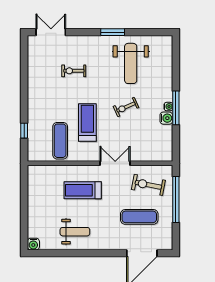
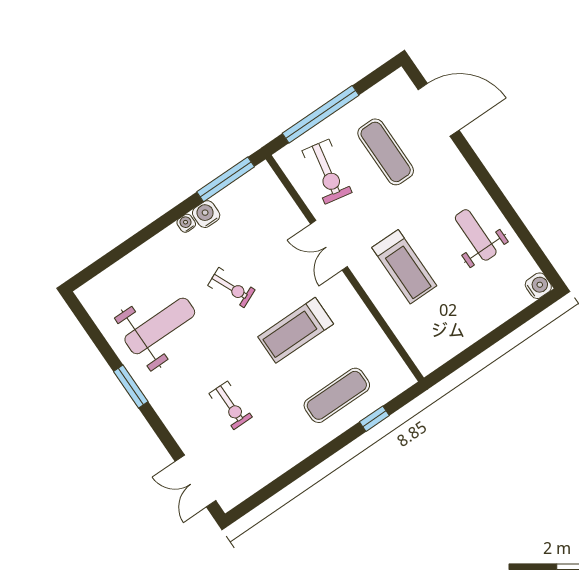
window: (176, 108) -> (226, 179), moved
exercise mat: (60, 141) -> (337, 395), moved

